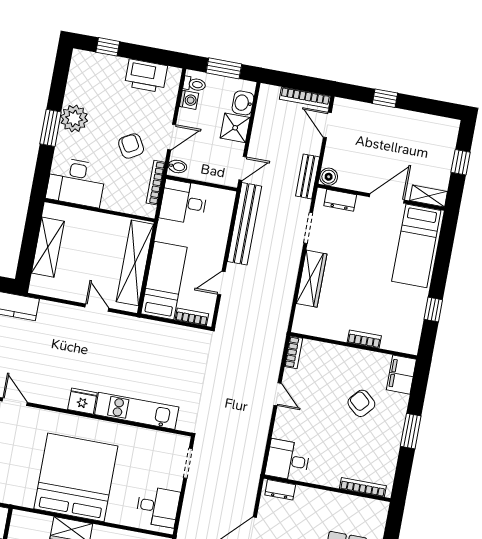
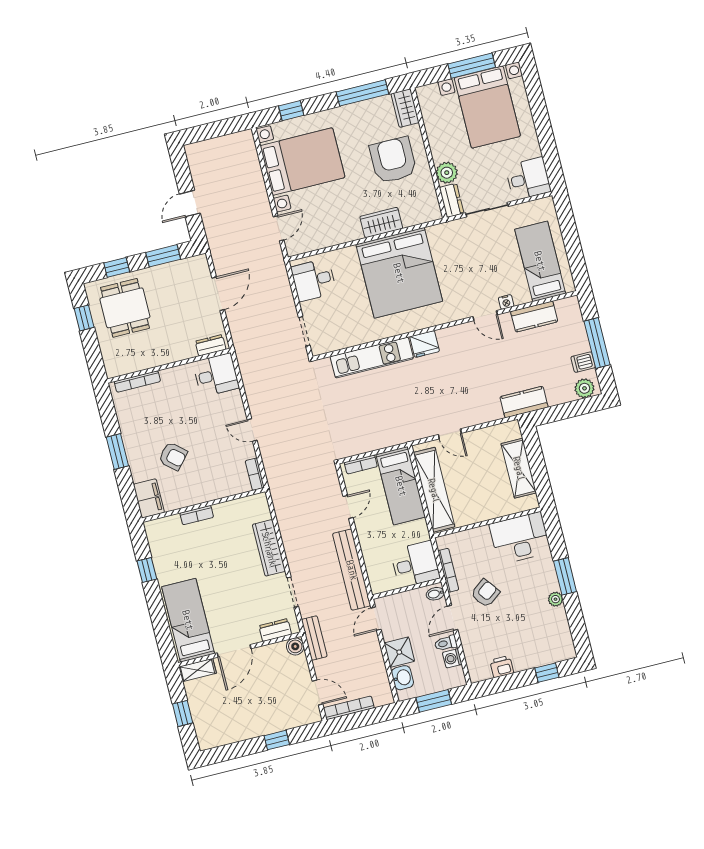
printer: (146, 76) -> (502, 667), width x0.53, depth x0.68
toilet: (194, 84) -> (446, 643), moved
plant: (74, 118) -> (555, 599), width x0.53, depth x0.53
armchair: (131, 146) -> (485, 593), turned -97

